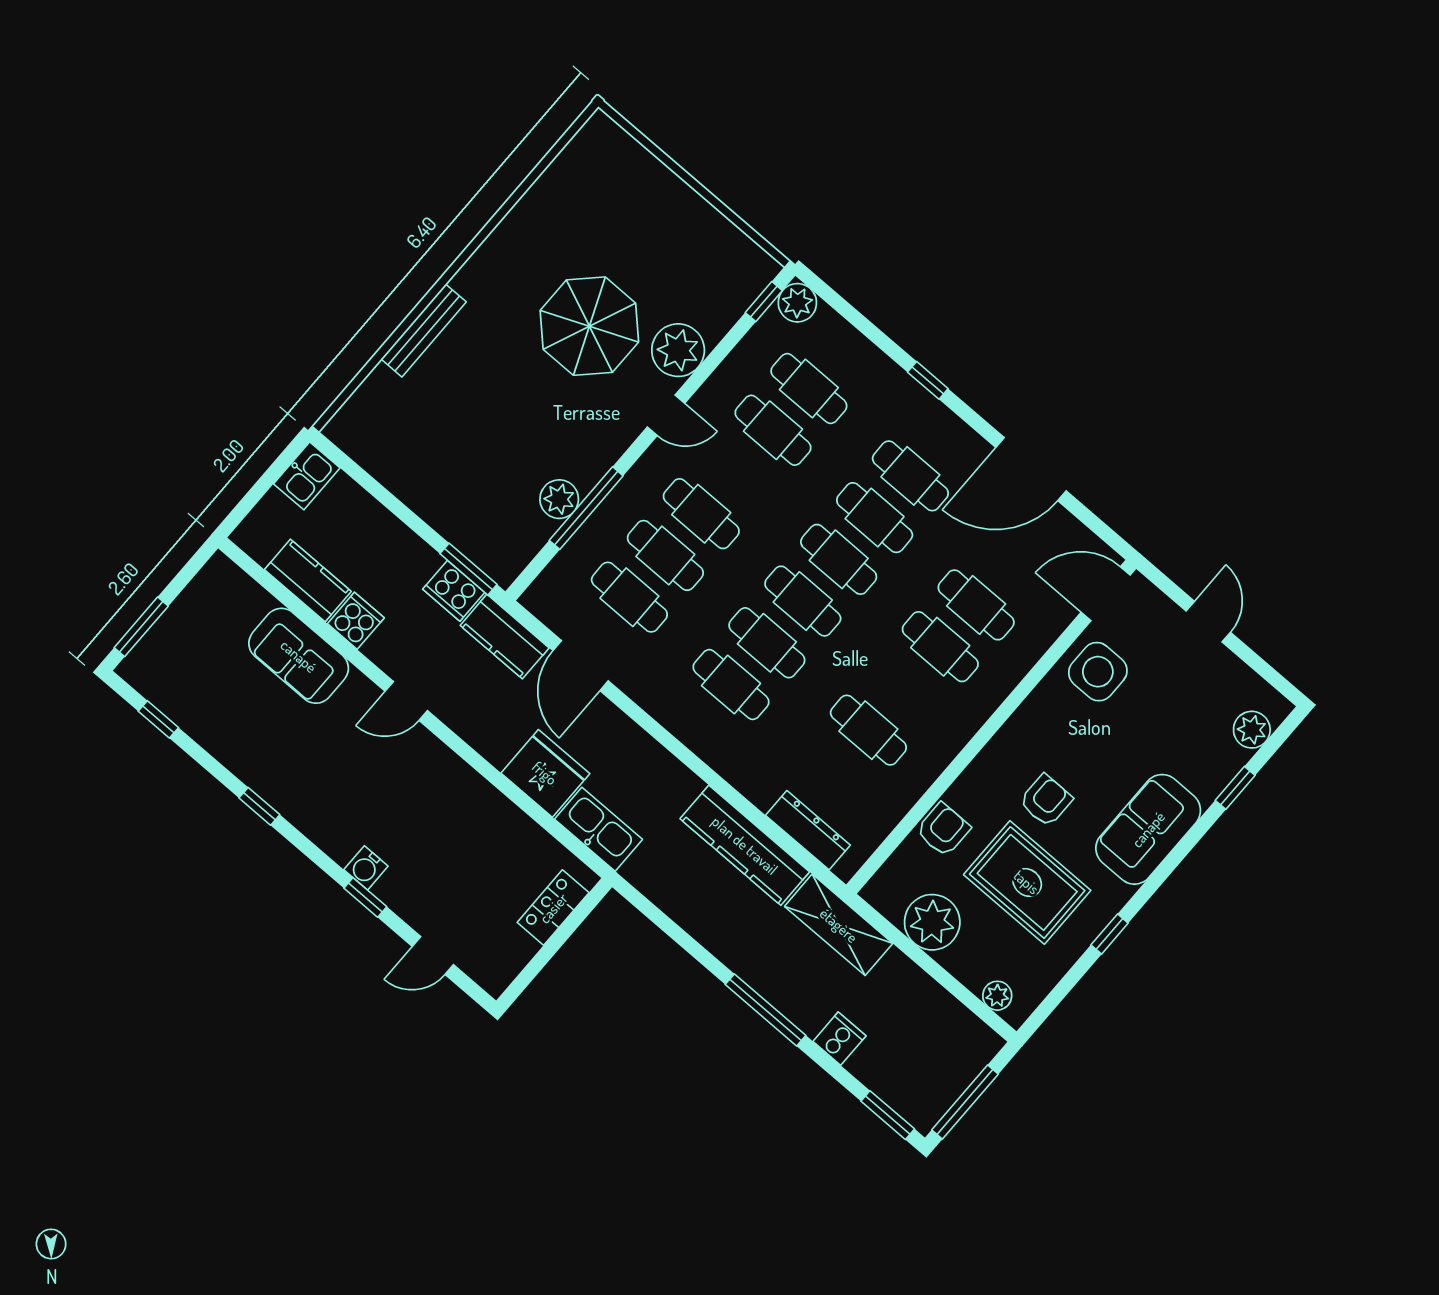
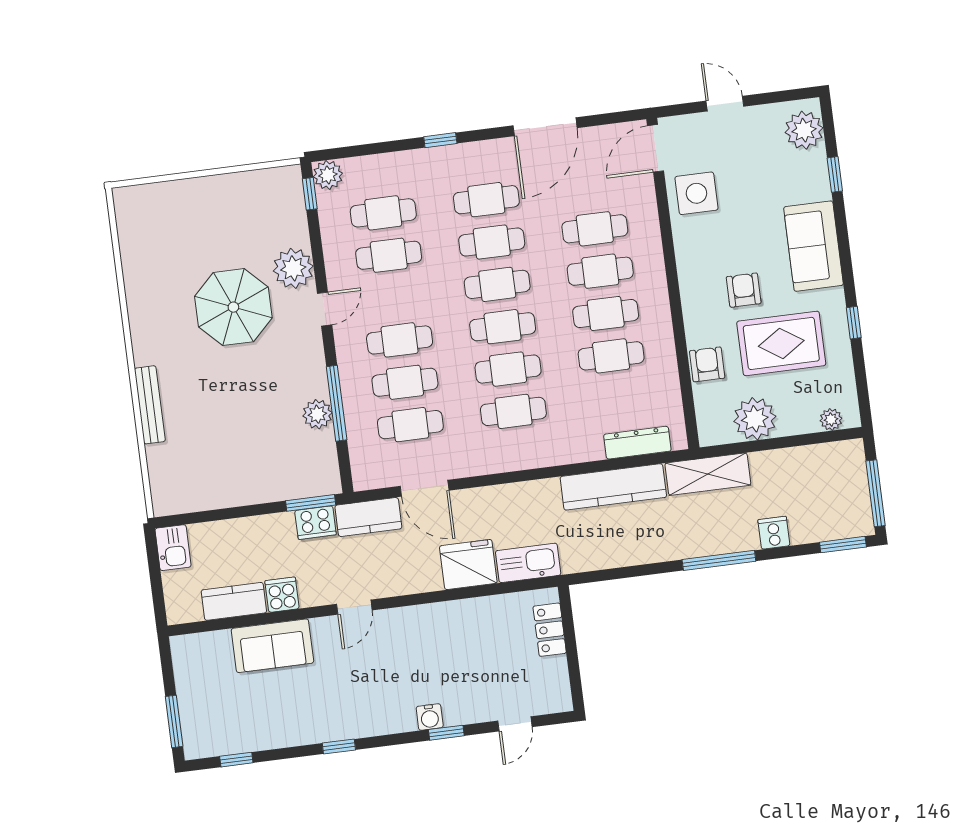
cafe table: (904, 688) -> (606, 314), added
plant: (1252, 730) -> (804, 130), width x1.36, depth x1.36

